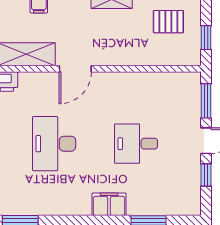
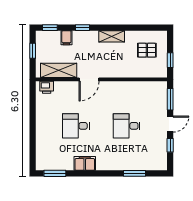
desk: (54, 144) -> (76, 126), width x0.73
filing cabinet: (109, 204) -> (85, 163), moved

